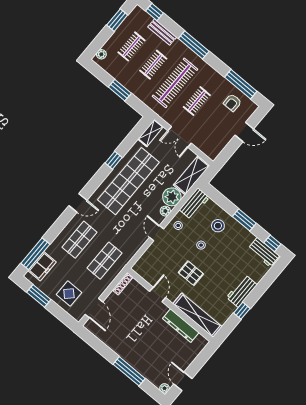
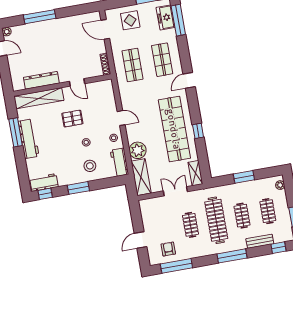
plant: (165, 211) -> (131, 137), removed
workbench: (242, 291) -> (29, 139), width x1.38
window: (242, 311) -> (16, 132), width x2.17

